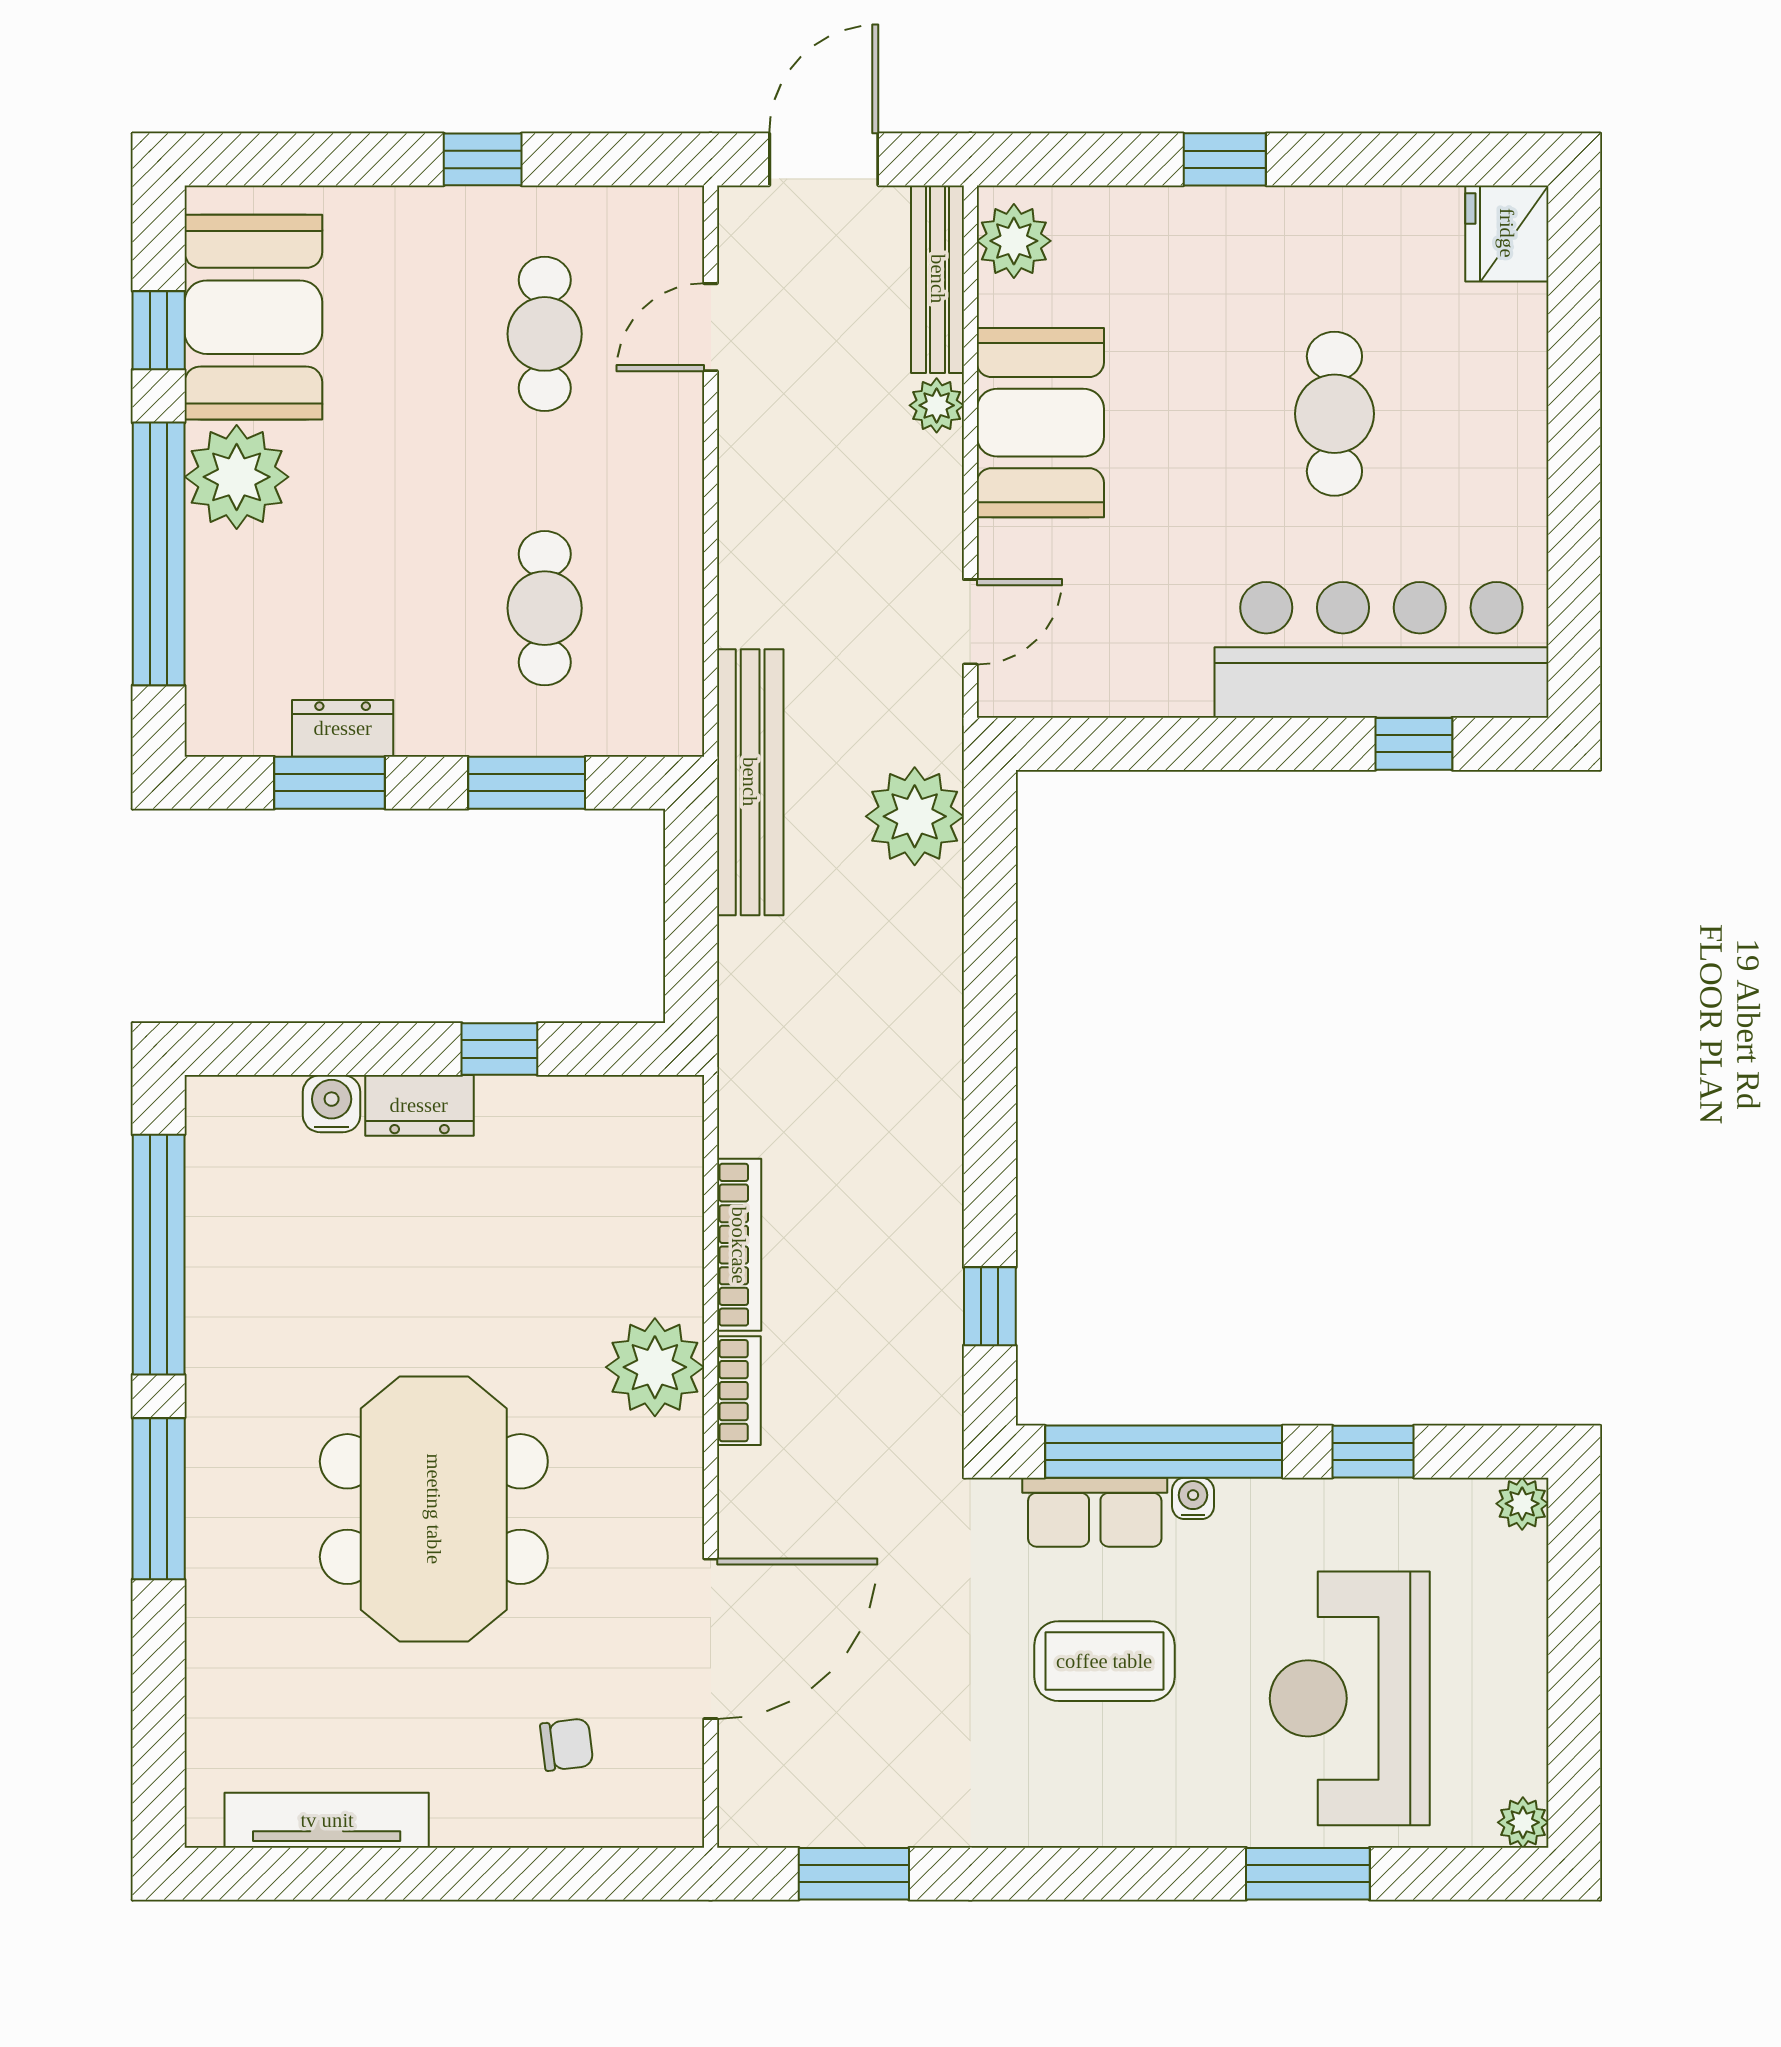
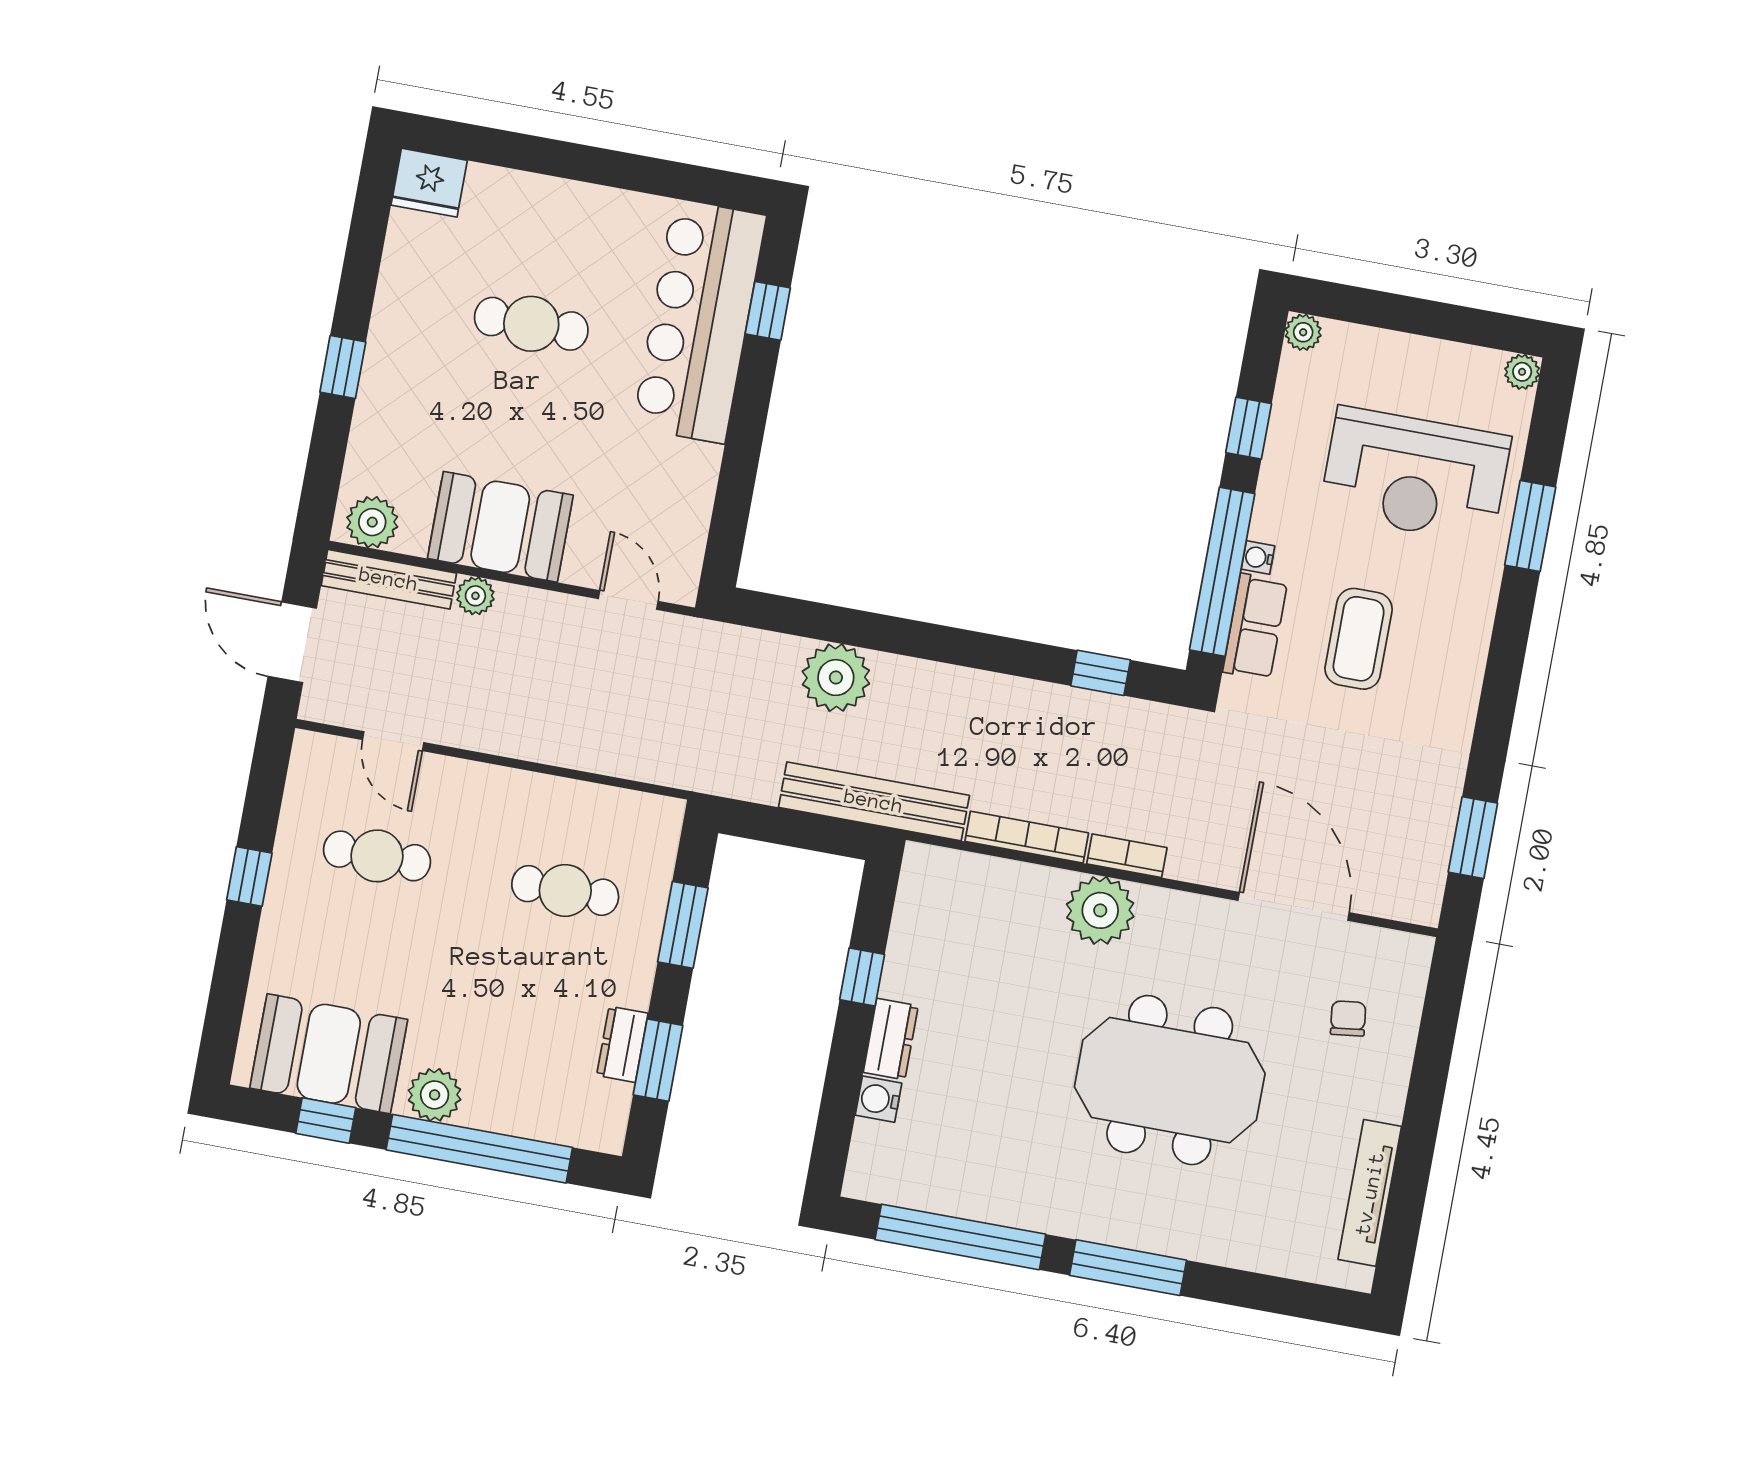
plant: (237, 477) -> (435, 1095), width x0.73, depth x0.73
bench: (750, 782) -> (874, 801), moved
plant: (915, 816) -> (836, 678), moved

